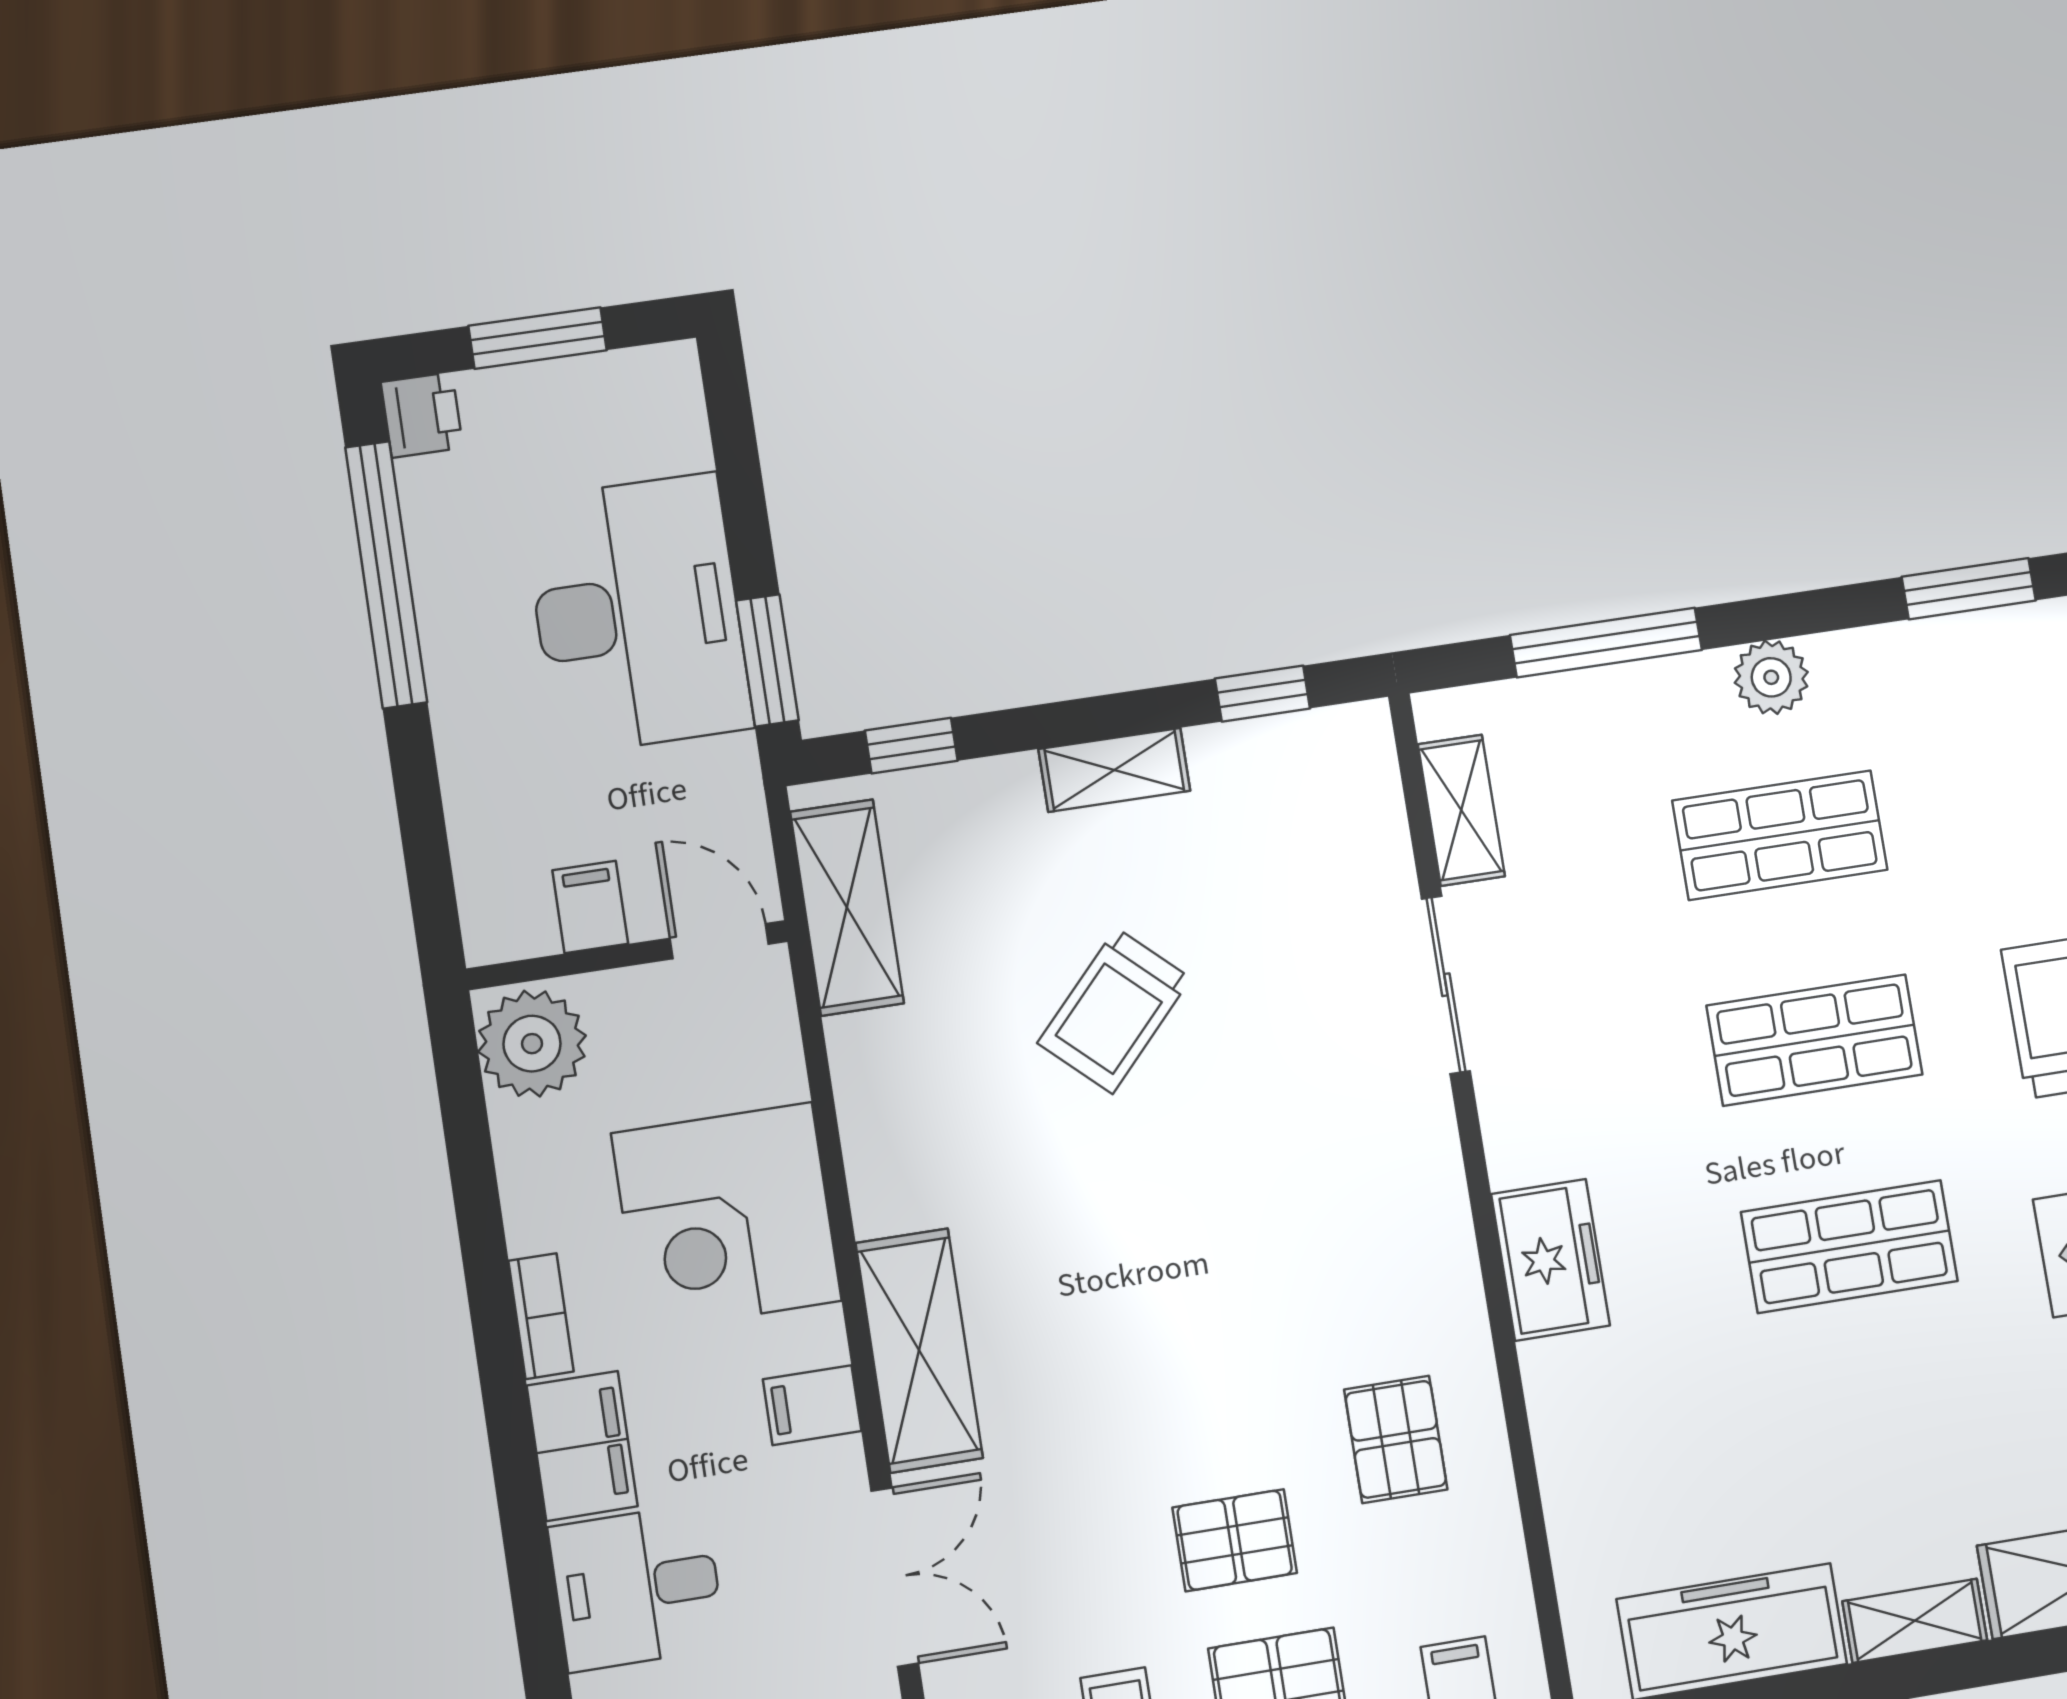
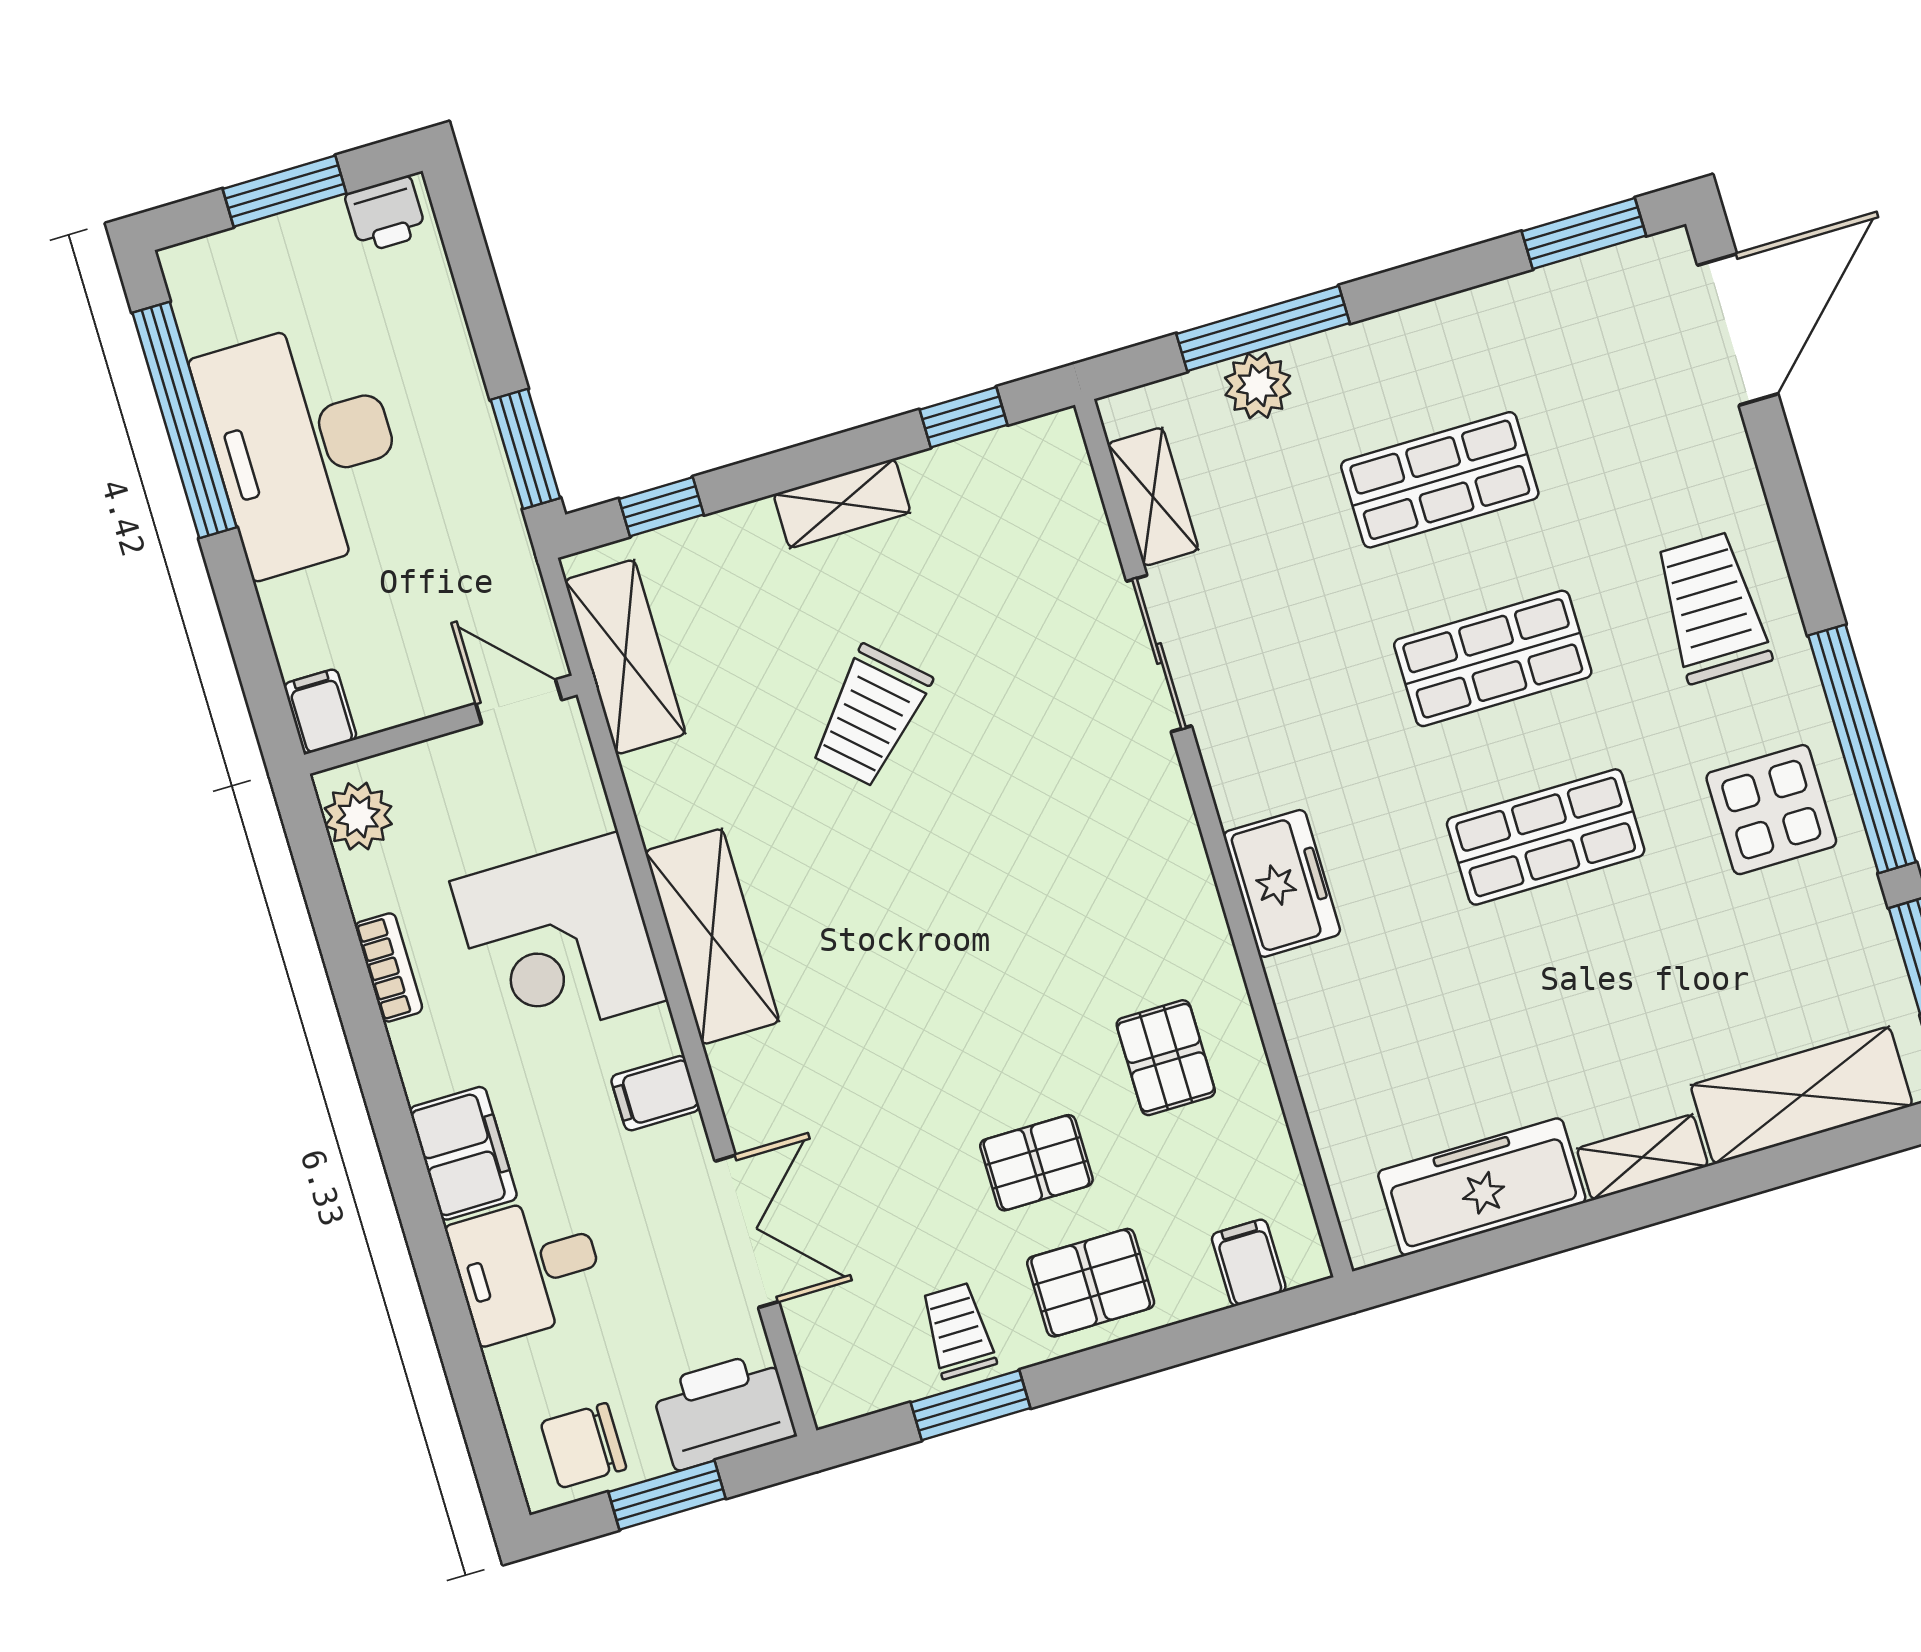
printer: (422, 415) -> (386, 214), moved, turned 90
desk: (637, 614) -> (304, 447), moved, turned 180
plant: (1771, 677) -> (1258, 386), moved
filing cabinet: (590, 907) -> (320, 711), moved
plant: (532, 1044) -> (358, 816), width x0.73, depth x0.73
bookcase: (541, 1316) -> (389, 967), moved
shelving: (919, 1350) -> (712, 937), moved

